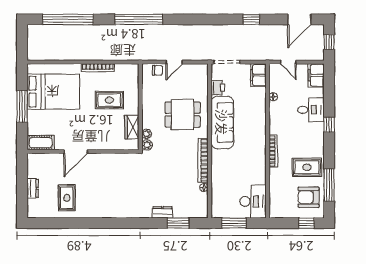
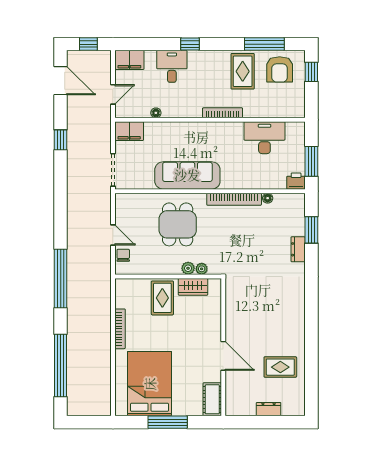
printer: (218, 88) -> (296, 181), moved
rug: (109, 100) -> (162, 298), moved
plant: (147, 145) -> (188, 268), moved
desk: (253, 201) -> (264, 138), moved

